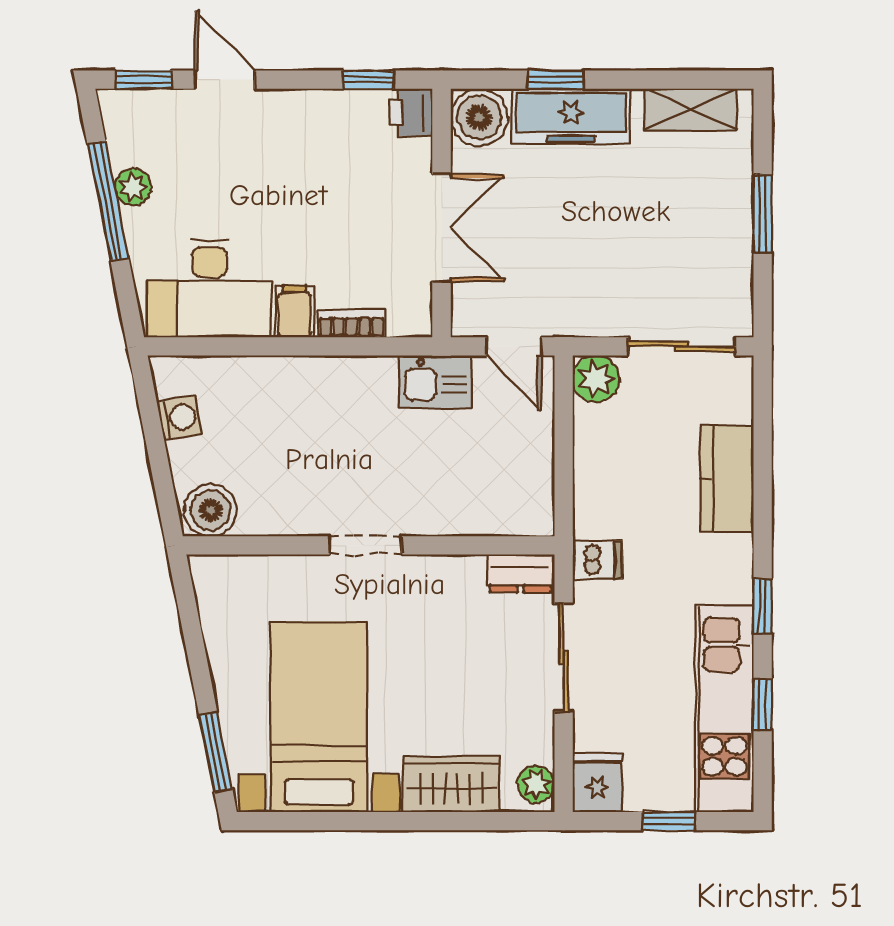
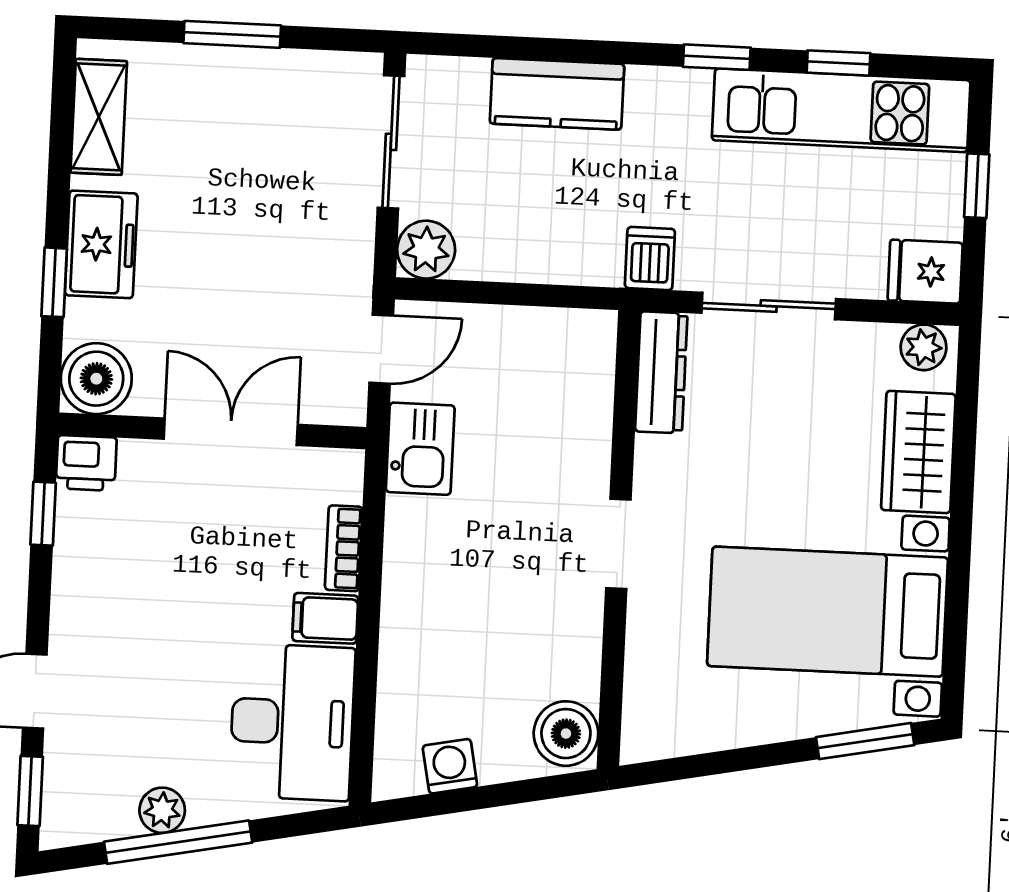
freezer: (571, 116) -> (101, 244), width x0.71
dresser: (521, 573) -> (661, 372), width x1.44

